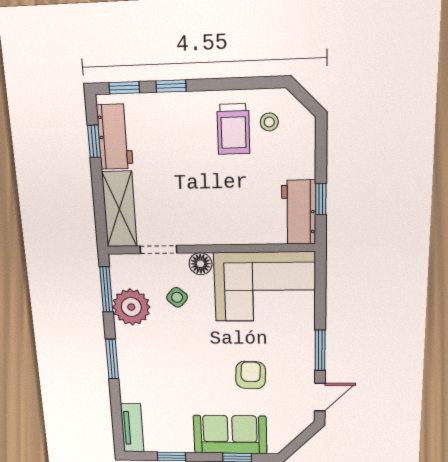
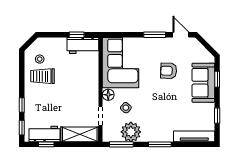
trolley: (233, 129) -> (42, 76), turned 180
tv unit: (132, 428) -> (194, 136), width x1.41

